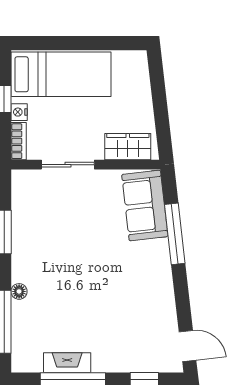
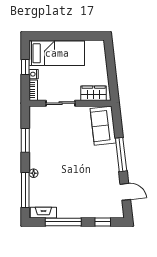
window: (175, 234) -> (121, 155), moved
door: (188, 346) -> (125, 192), moved
fireplace: (67, 363) -> (43, 213), moved

